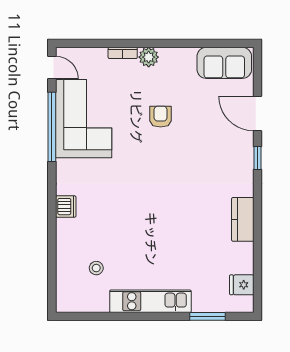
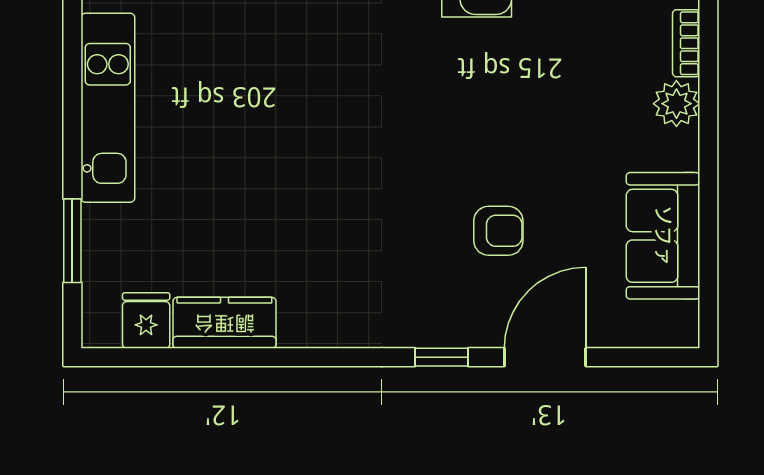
sofa: (224, 63) -> (663, 236), moved
armchair: (161, 117) -> (498, 231), moved
kitchen counter: (243, 219) -> (224, 323), moved

